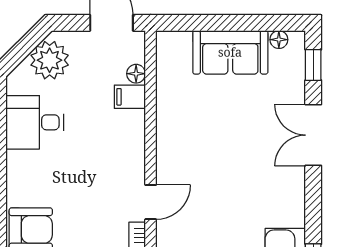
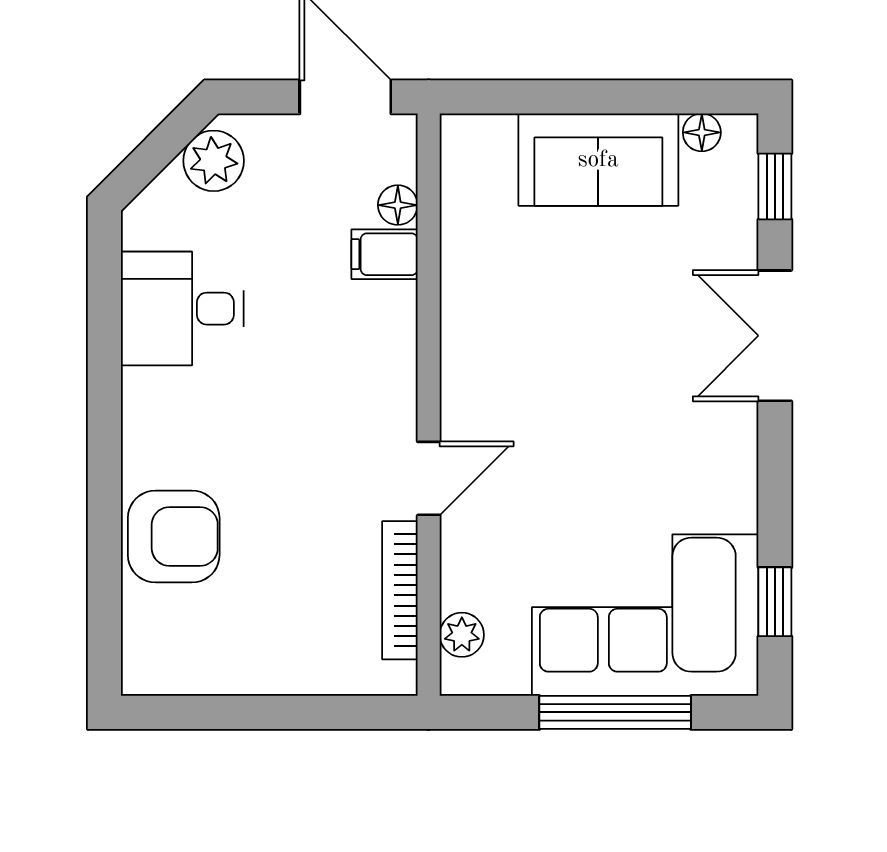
plant: (50, 60) -> (214, 161), width x0.73, depth x0.73

